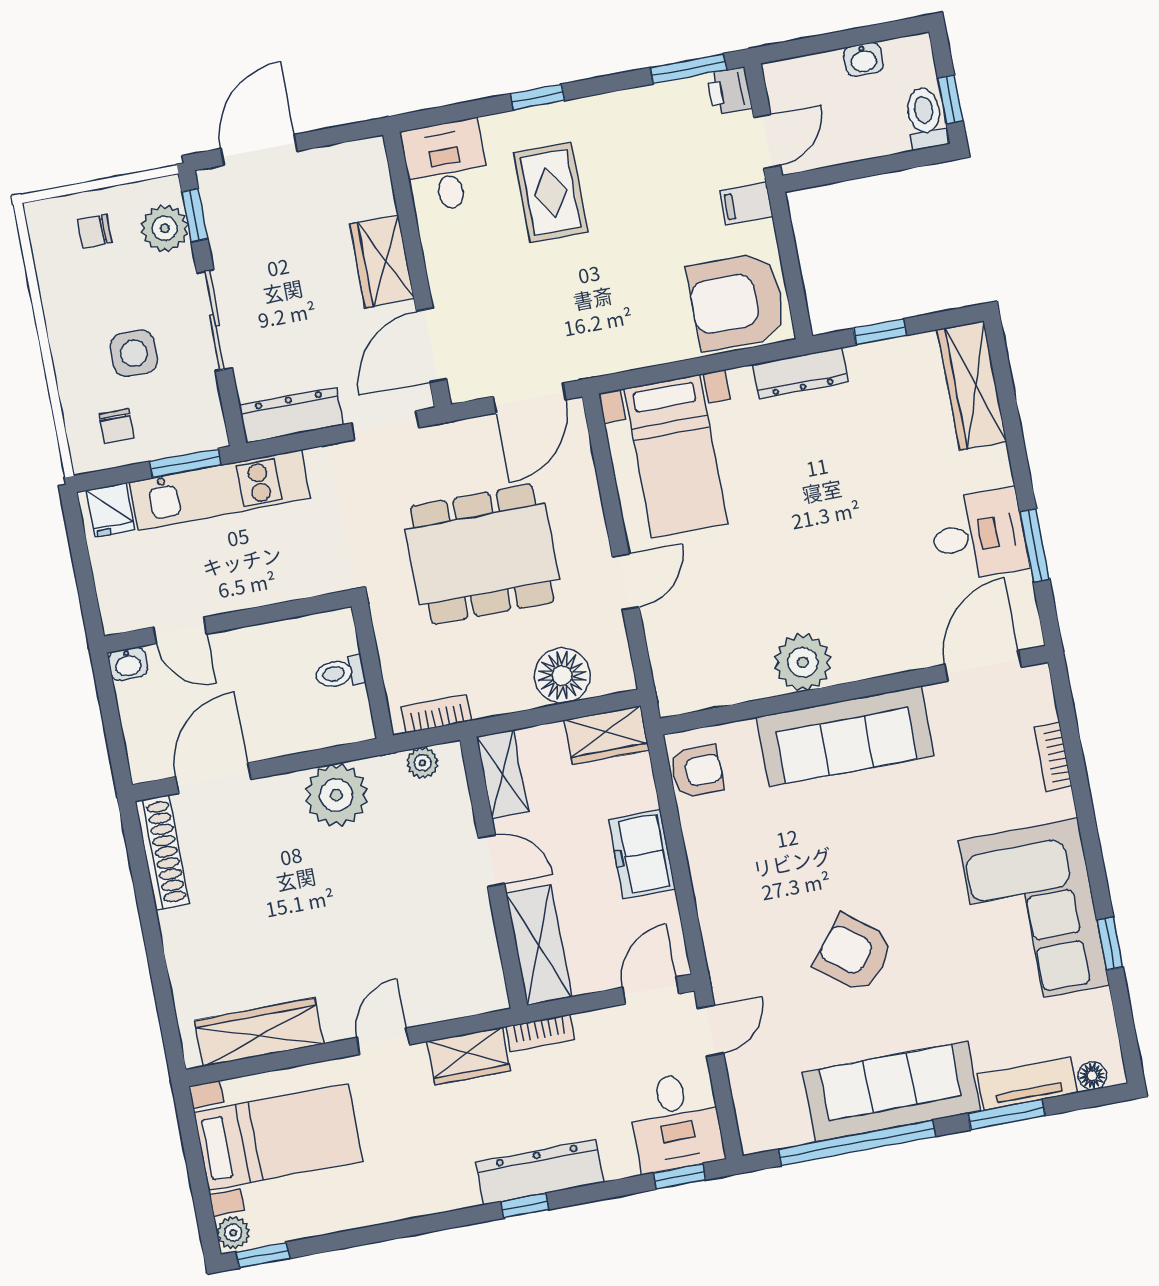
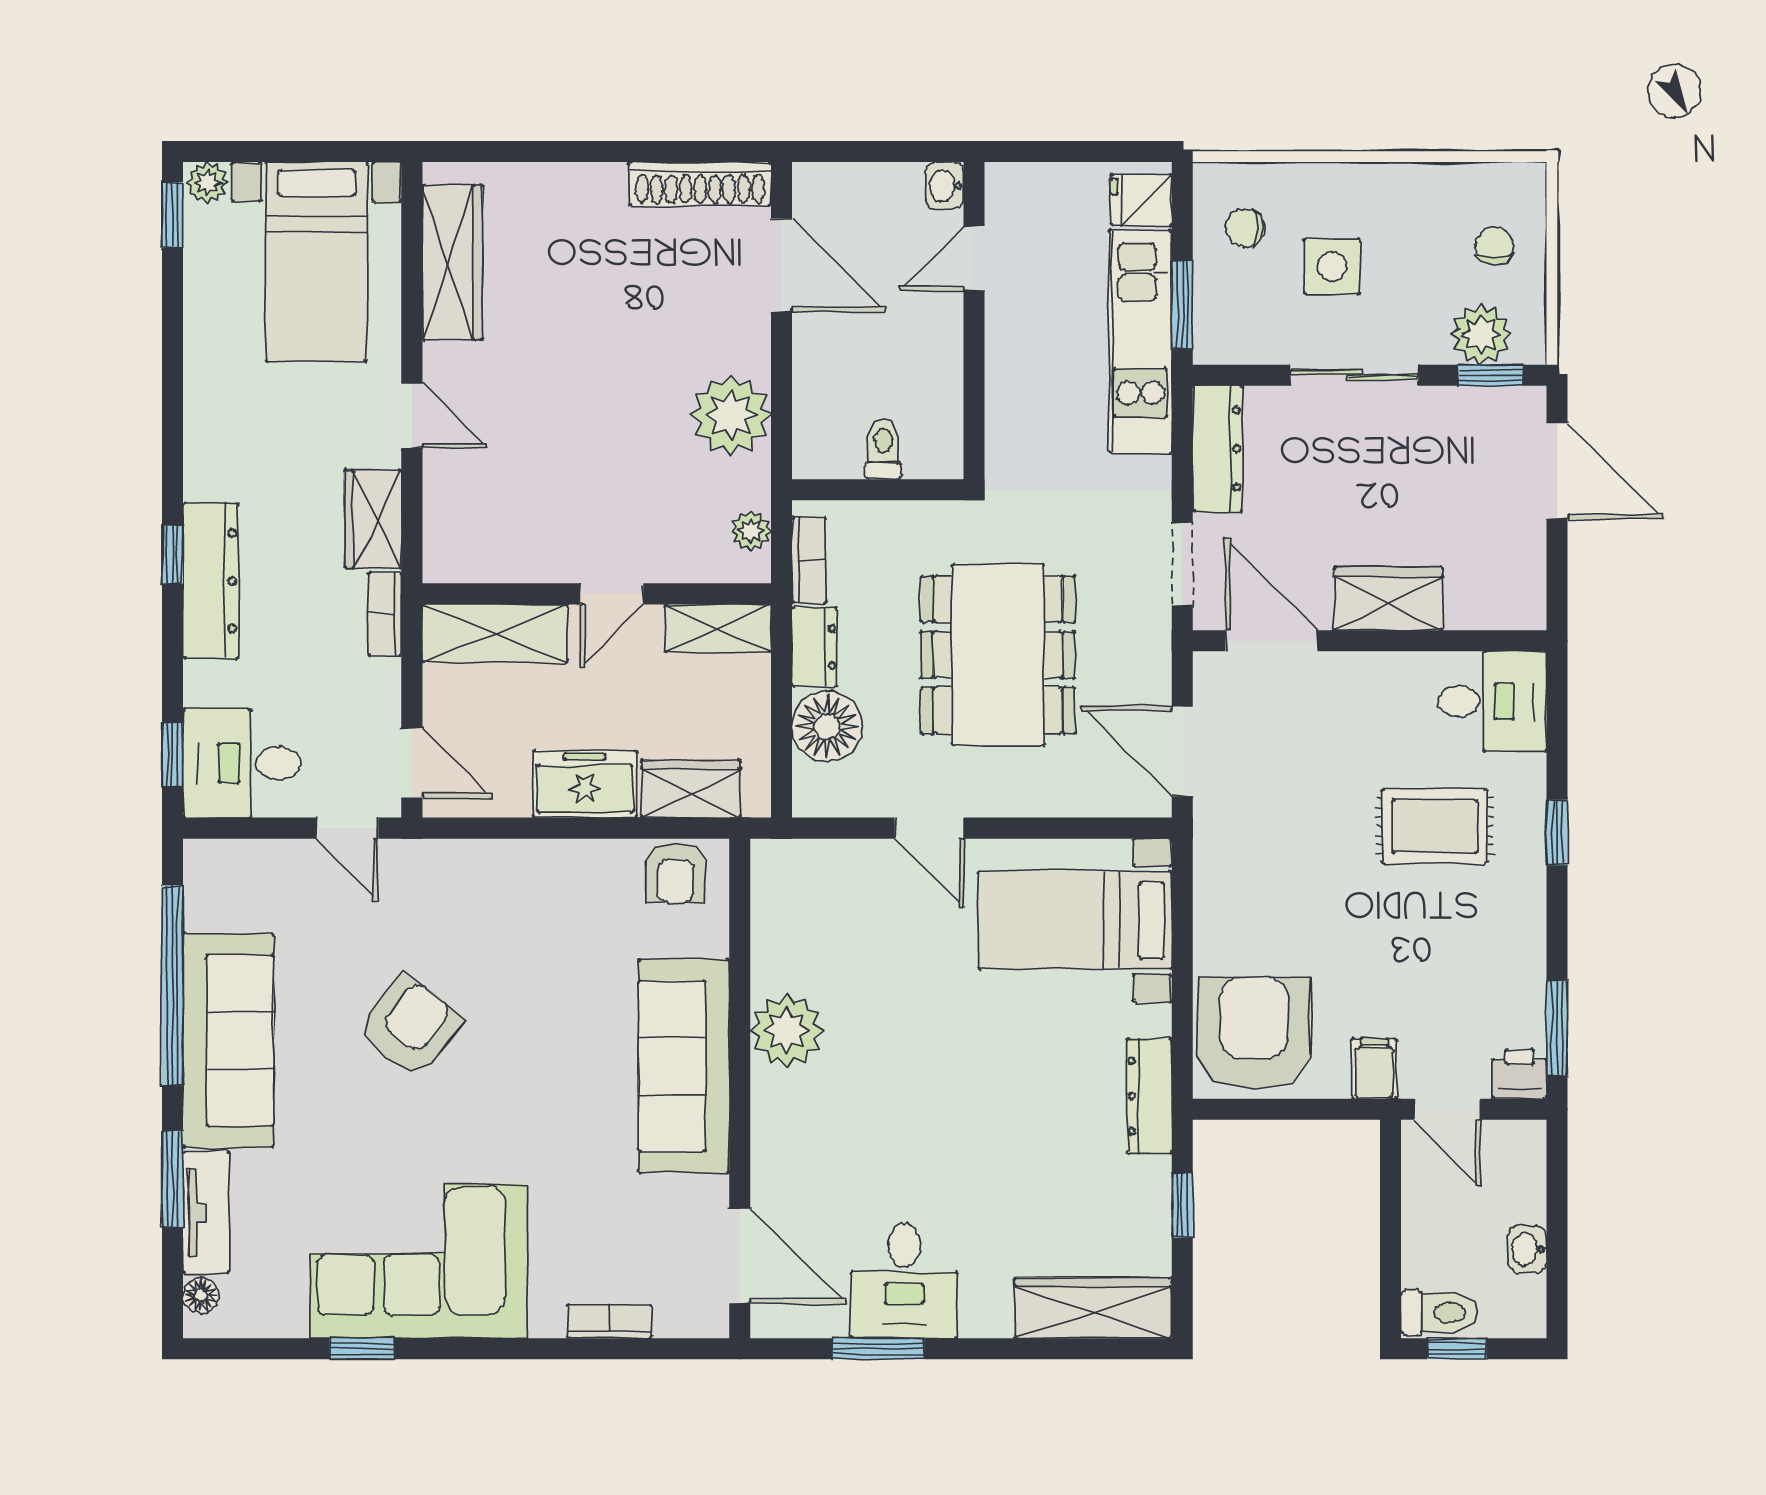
dresser: (503, 697) -> (814, 647), added
wardrobe: (607, 735) -> (691, 789), moved, turned 90

